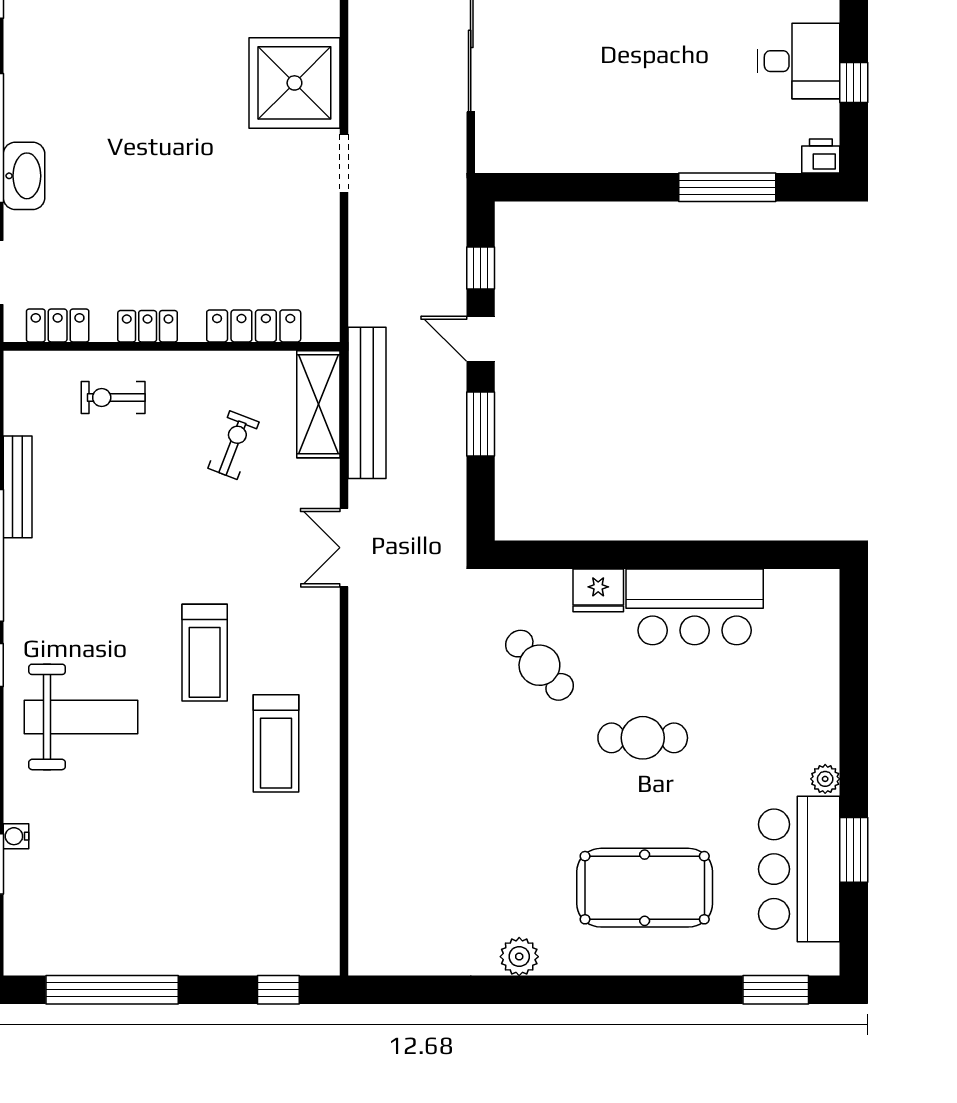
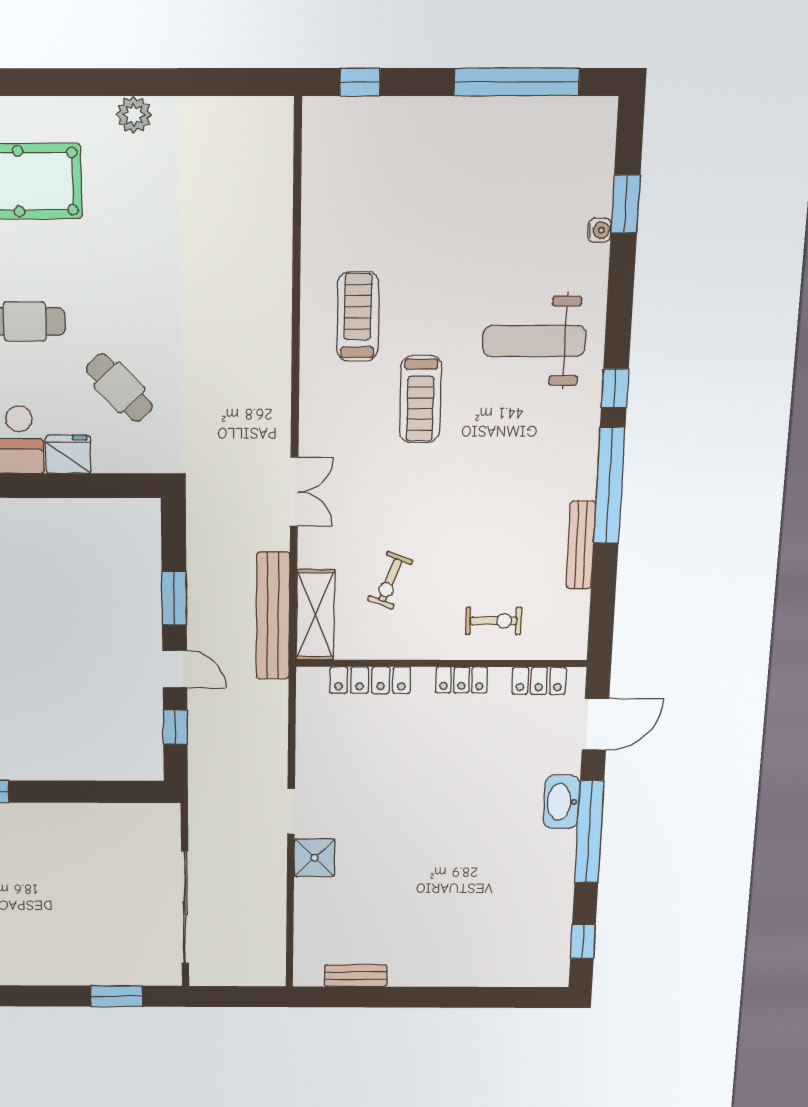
shower: (294, 83) -> (314, 858), width x0.54, depth x0.54
treadmill: (205, 653) -> (420, 399), turned 180

